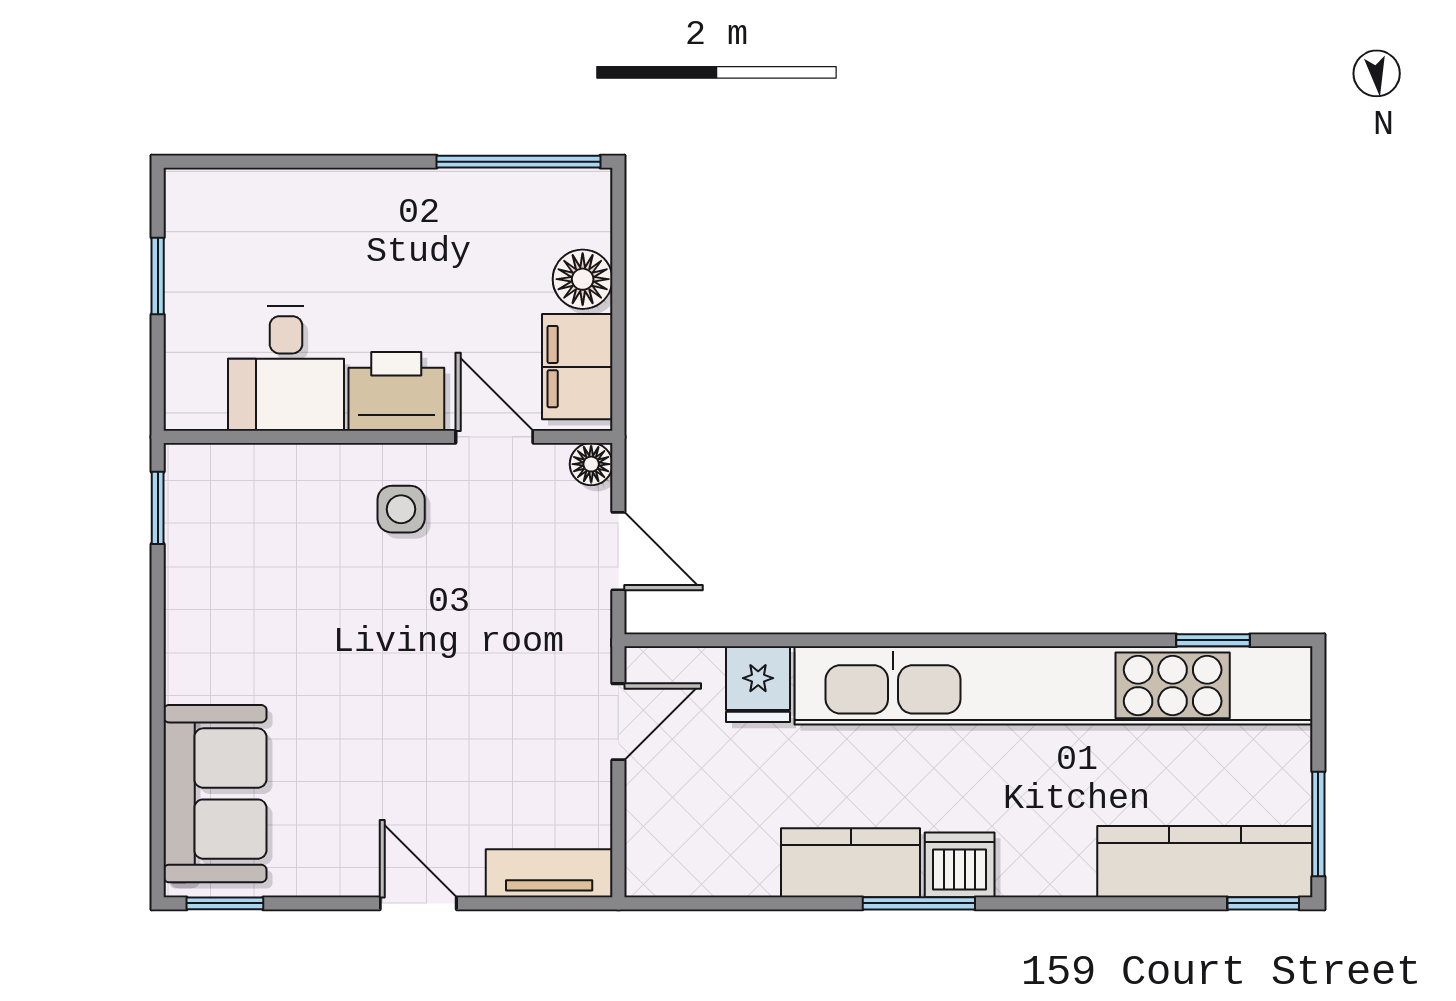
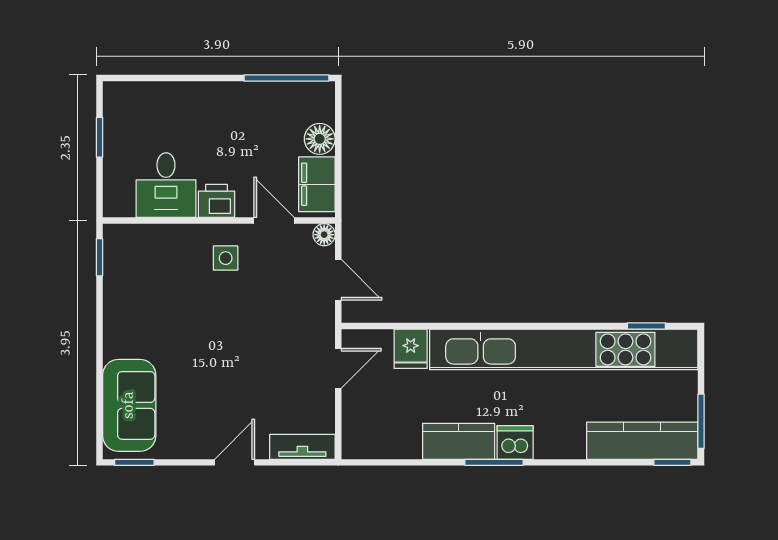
printer: (396, 391) -> (217, 201), width x0.73, depth x0.81
door: (418, 903) -> (235, 462), hinge flipped

